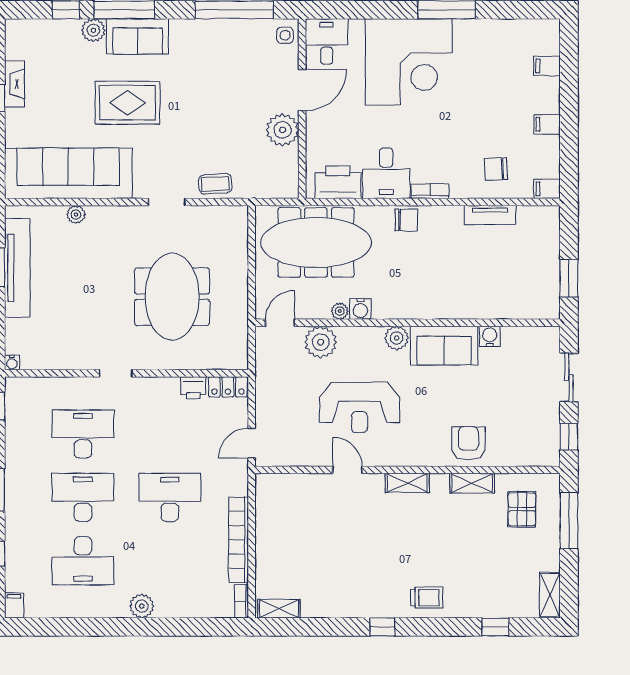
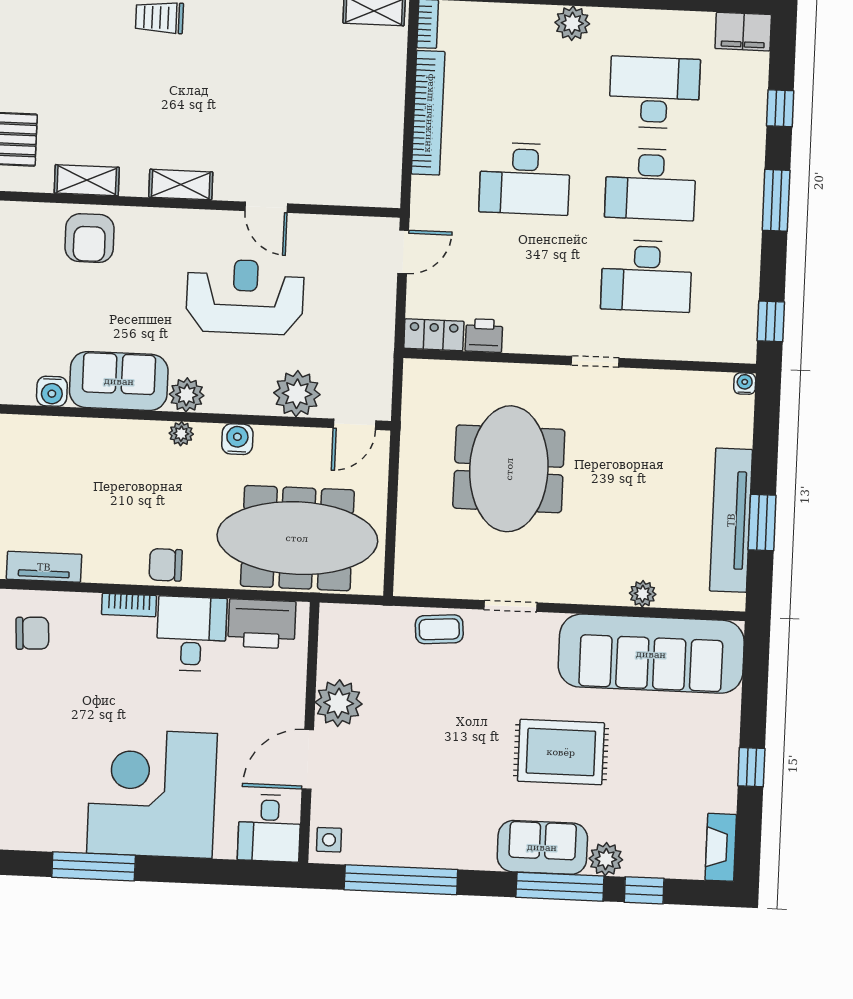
fireplace: (14, 84) -> (721, 847), moved
plant: (340, 311) -> (181, 434), moved
filing cabinet: (14, 605) -> (743, 32), width x2.00

